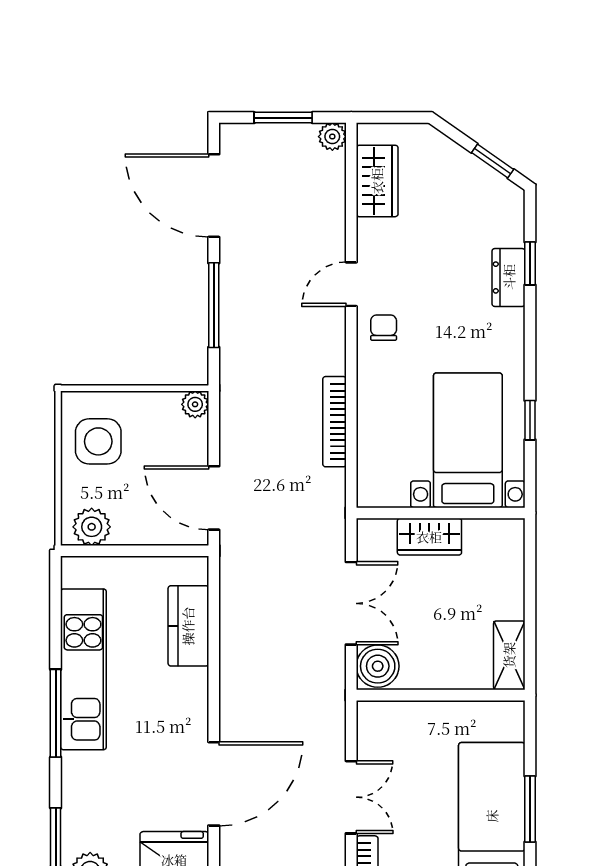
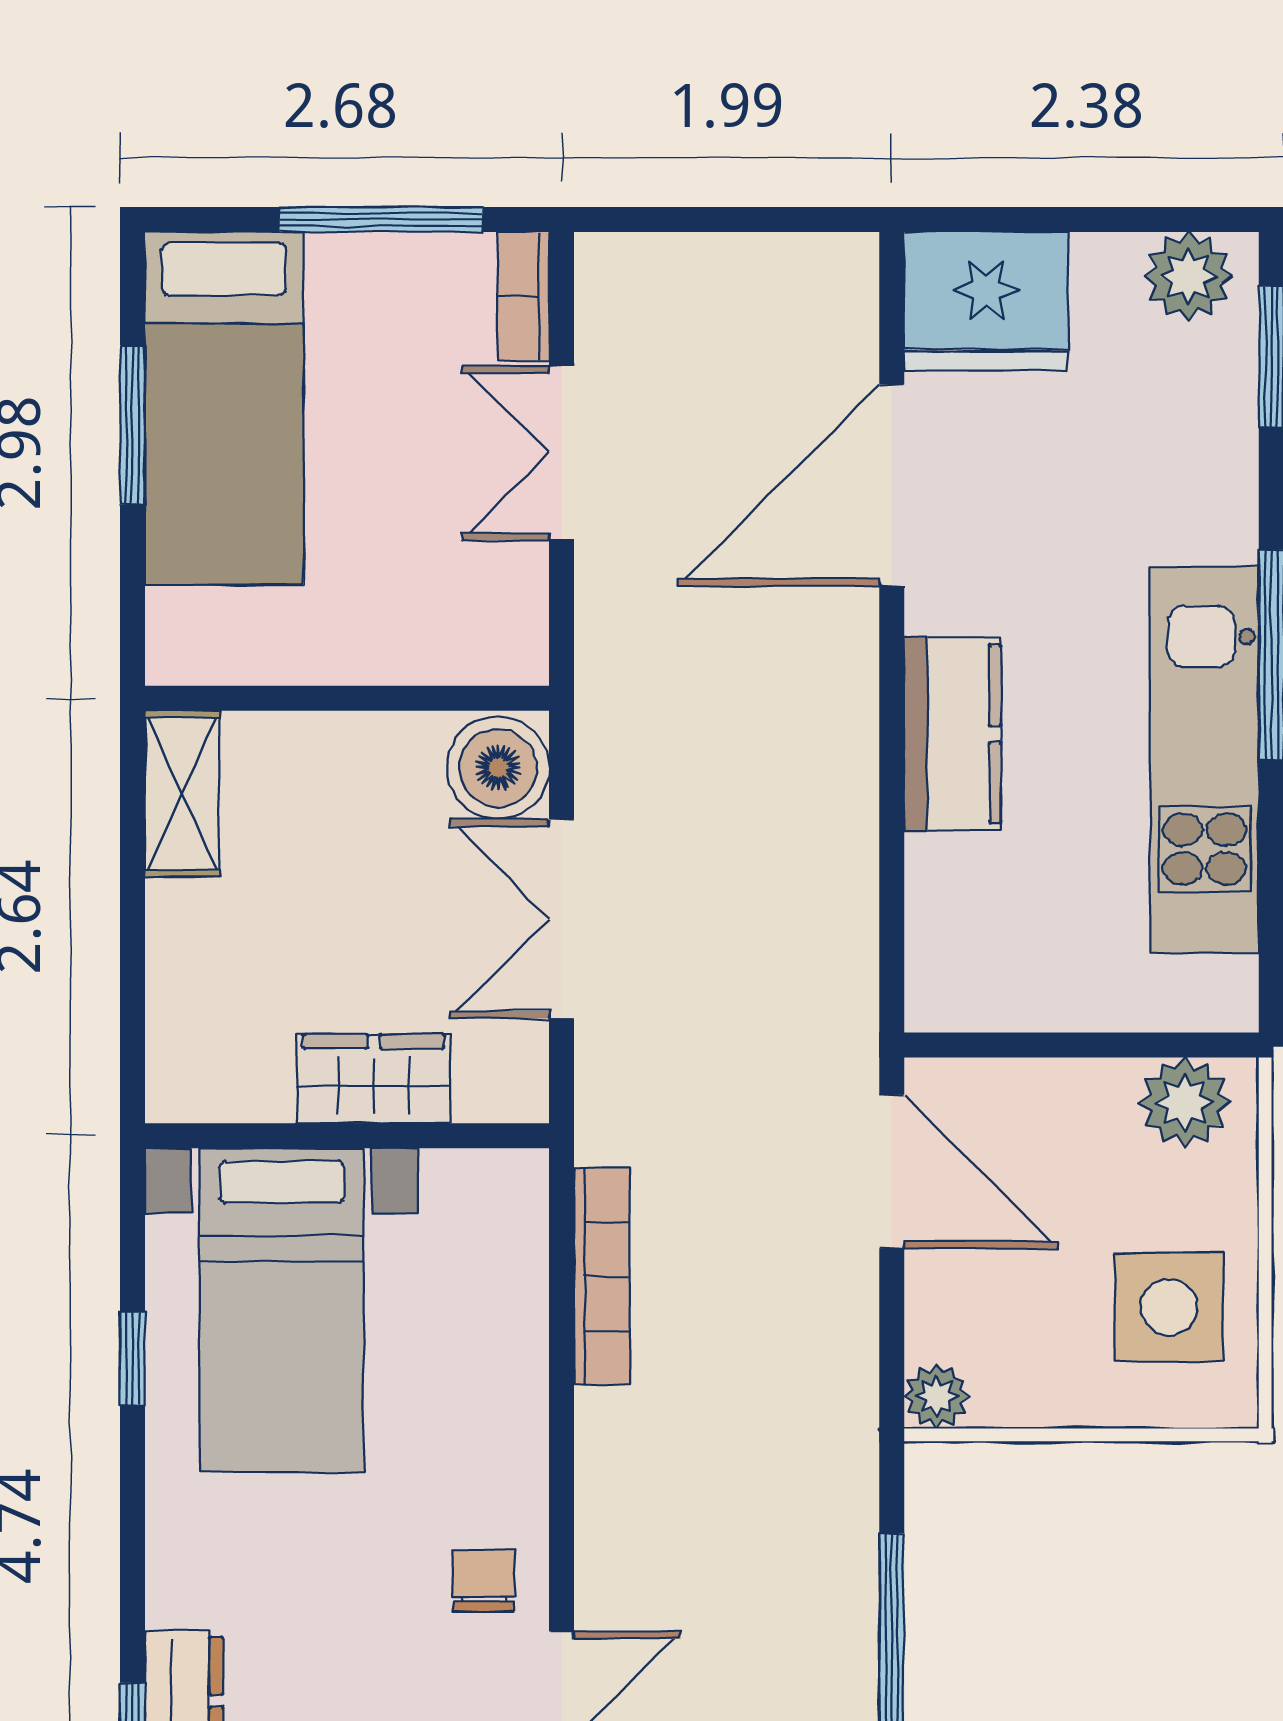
chair: (384, 328) -> (484, 1581), turned 180
bookcase: (334, 422) -> (602, 1276), moved
kitchen counter: (188, 626) -> (953, 734), moved

